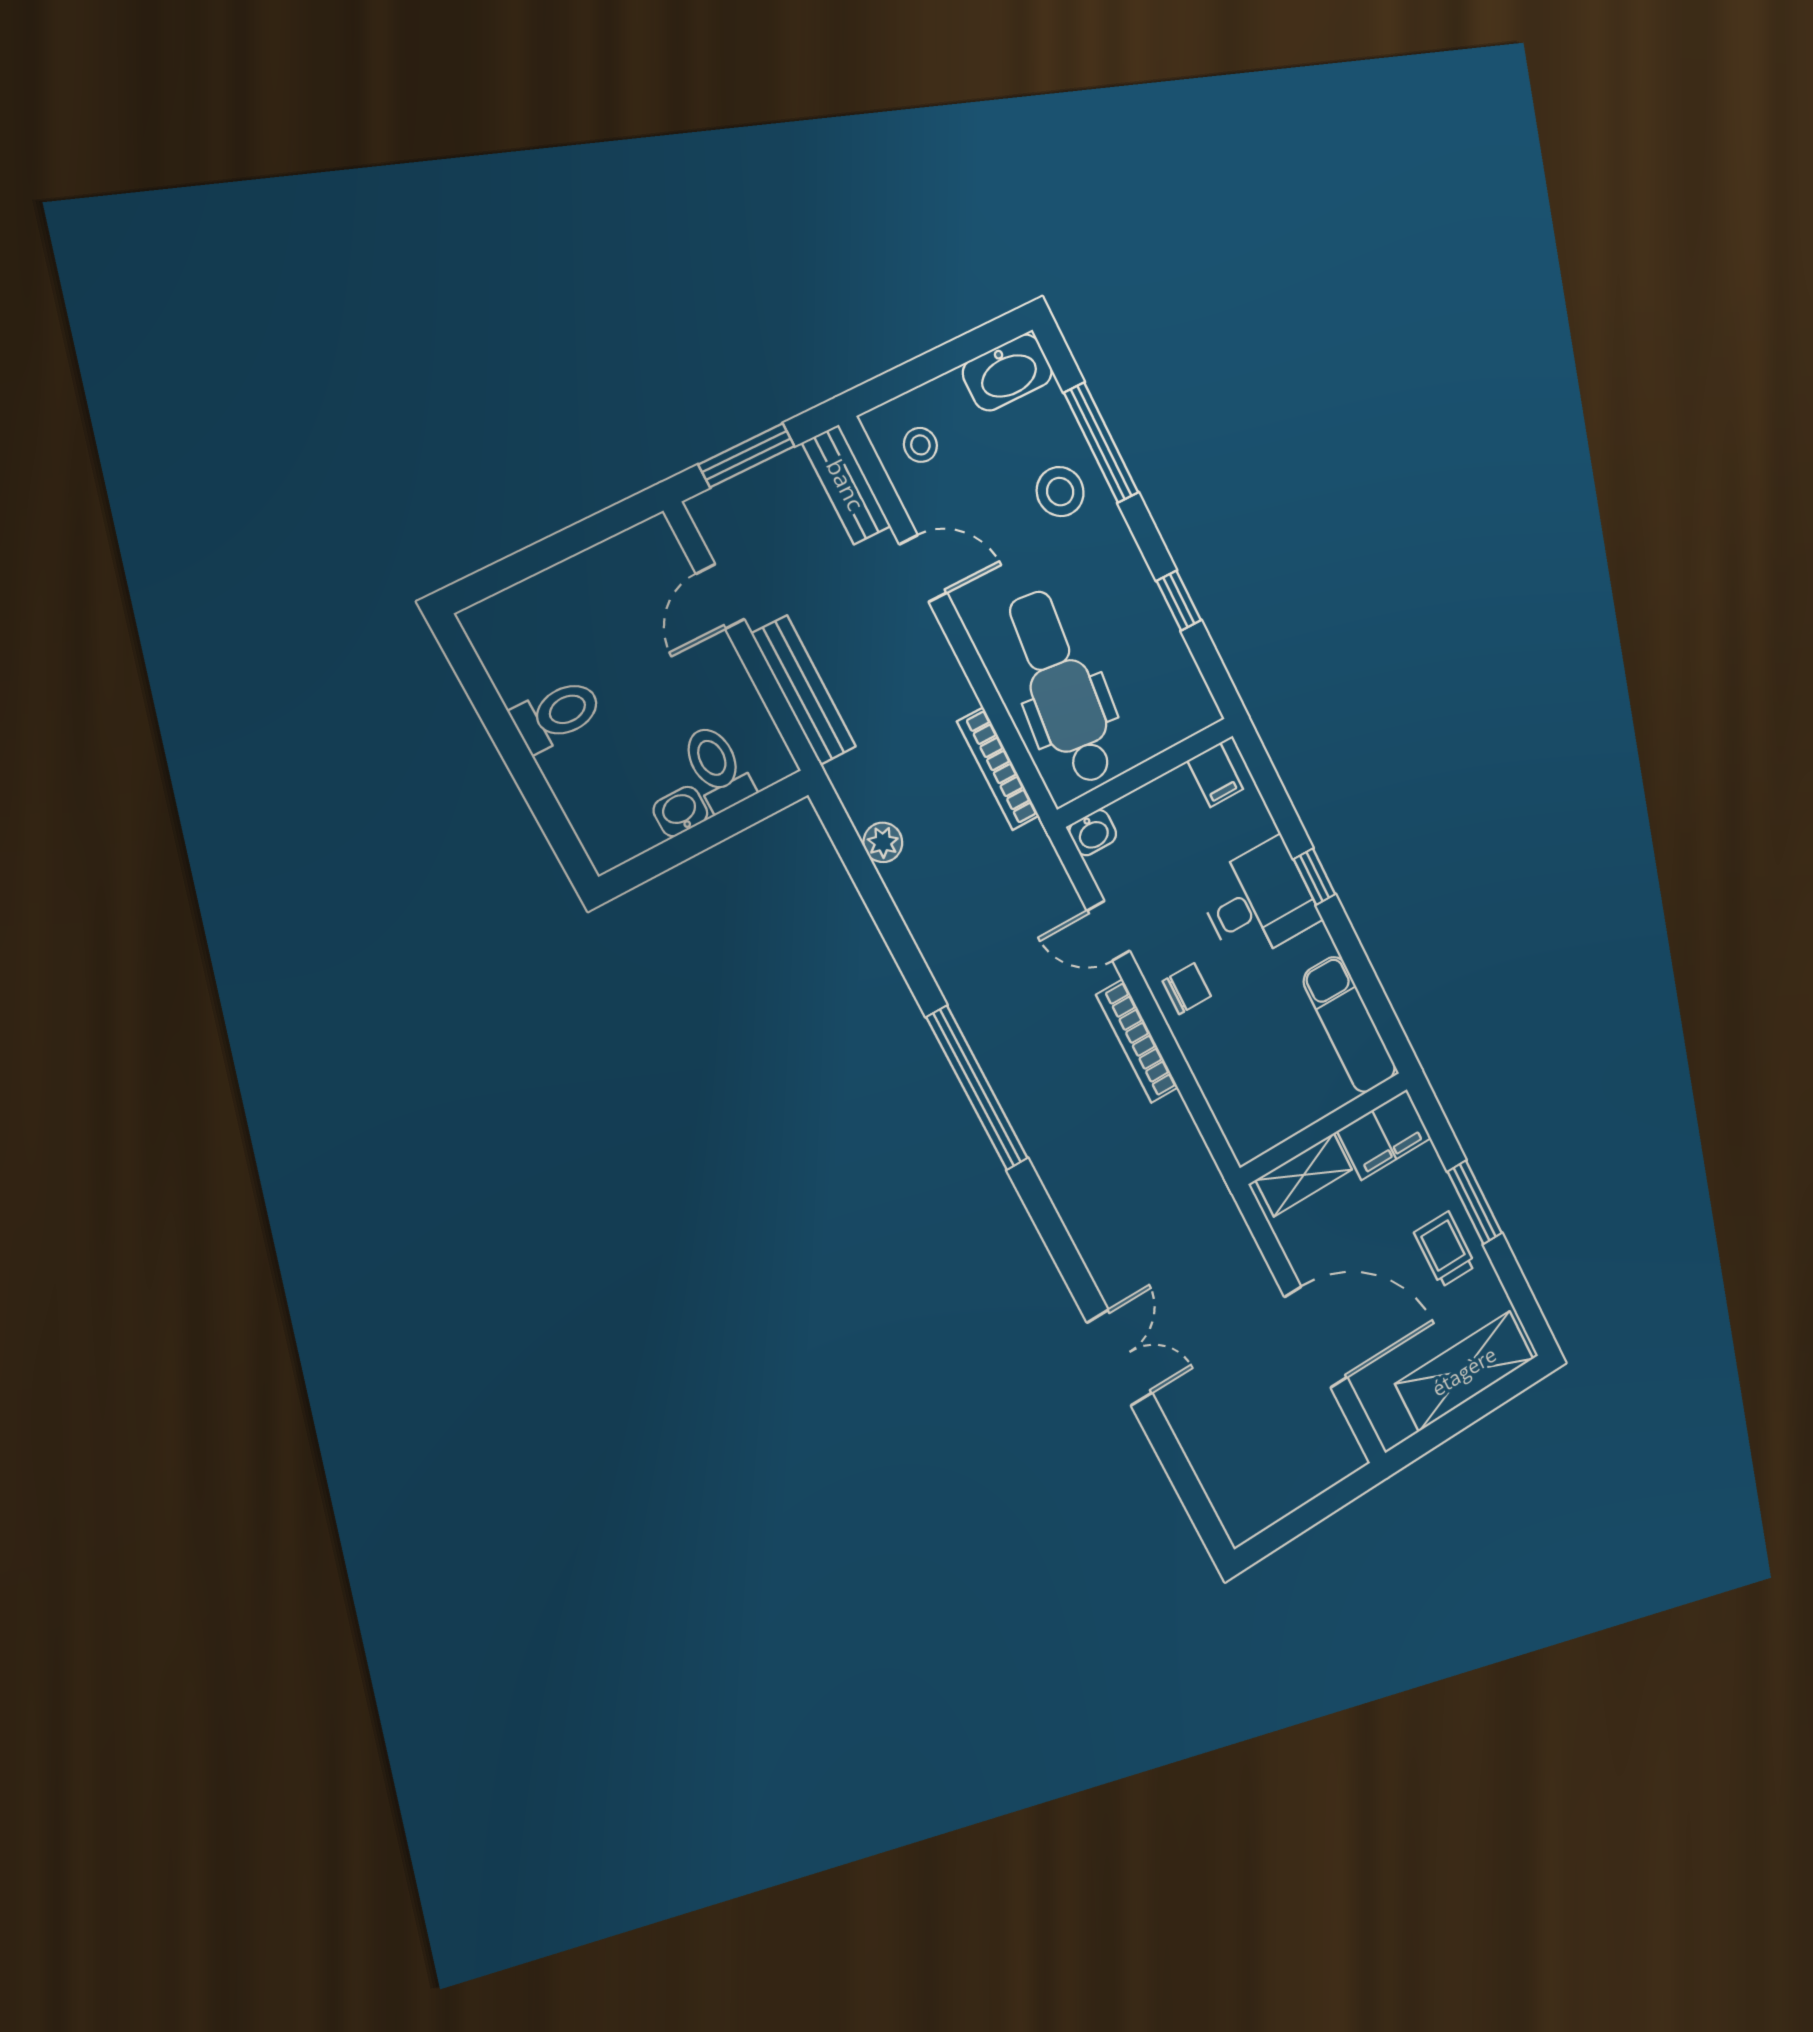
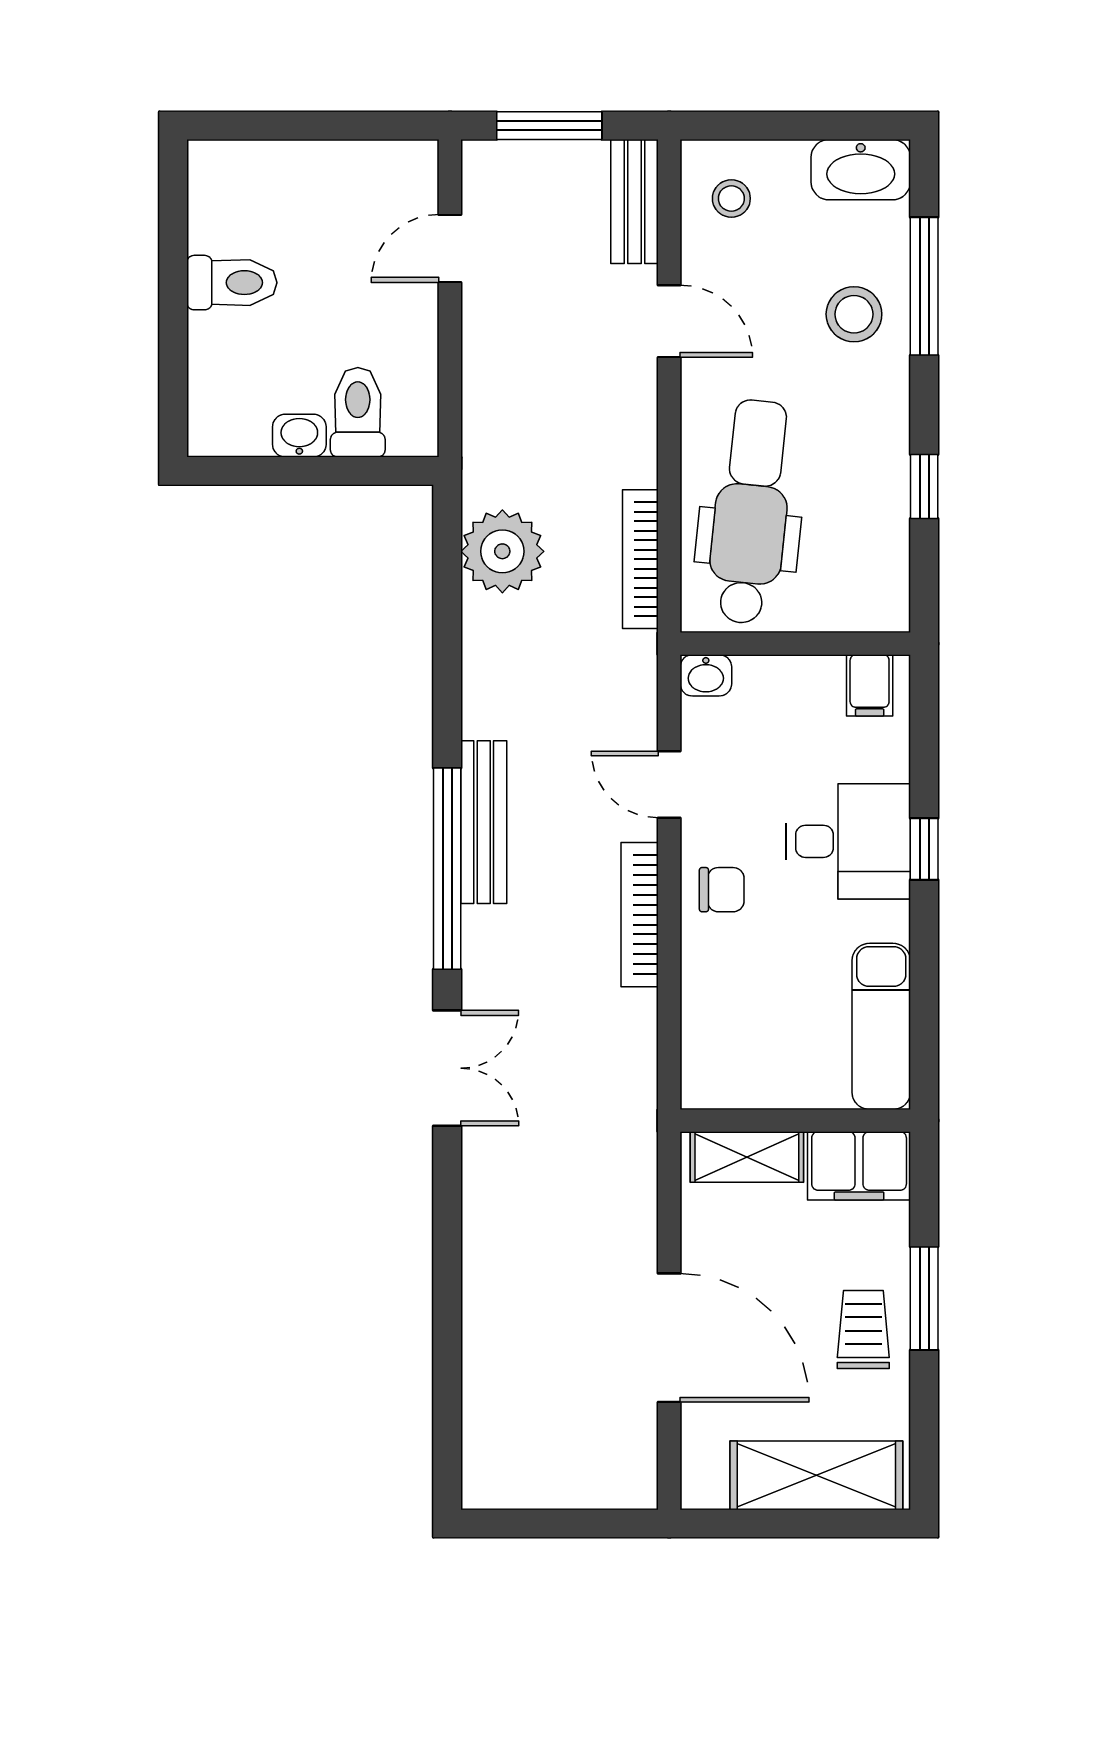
bench: (804, 690) -> (484, 822), moved
plant: (883, 842) -> (502, 551), width x1.87, depth x1.87
double door: (1120, 1358) -> (447, 1068), moved

